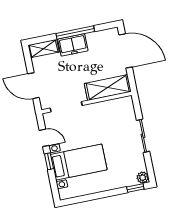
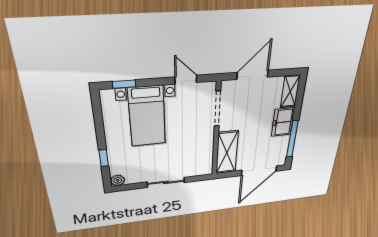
window: (75, 32) -> (292, 139), moved
door: (44, 138) -> (186, 80), swing flipped
window: (49, 161) -> (124, 84), moved
window: (135, 188) -> (104, 158), moved

